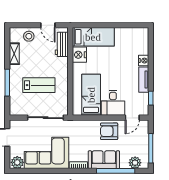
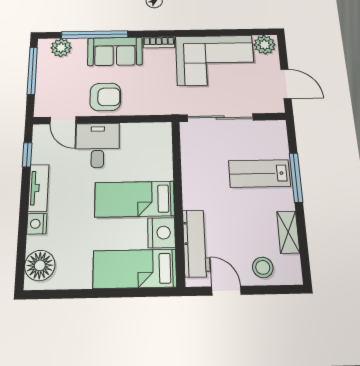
floor lamp: (141, 39) -> (40, 265), added
workbench: (62, 44) -> (196, 243), width x1.38
lab bench: (39, 85) -> (259, 173), moved
bed: (91, 95) -> (134, 199), moved, turned 90
door: (132, 118) -> (63, 120), swing flipped

